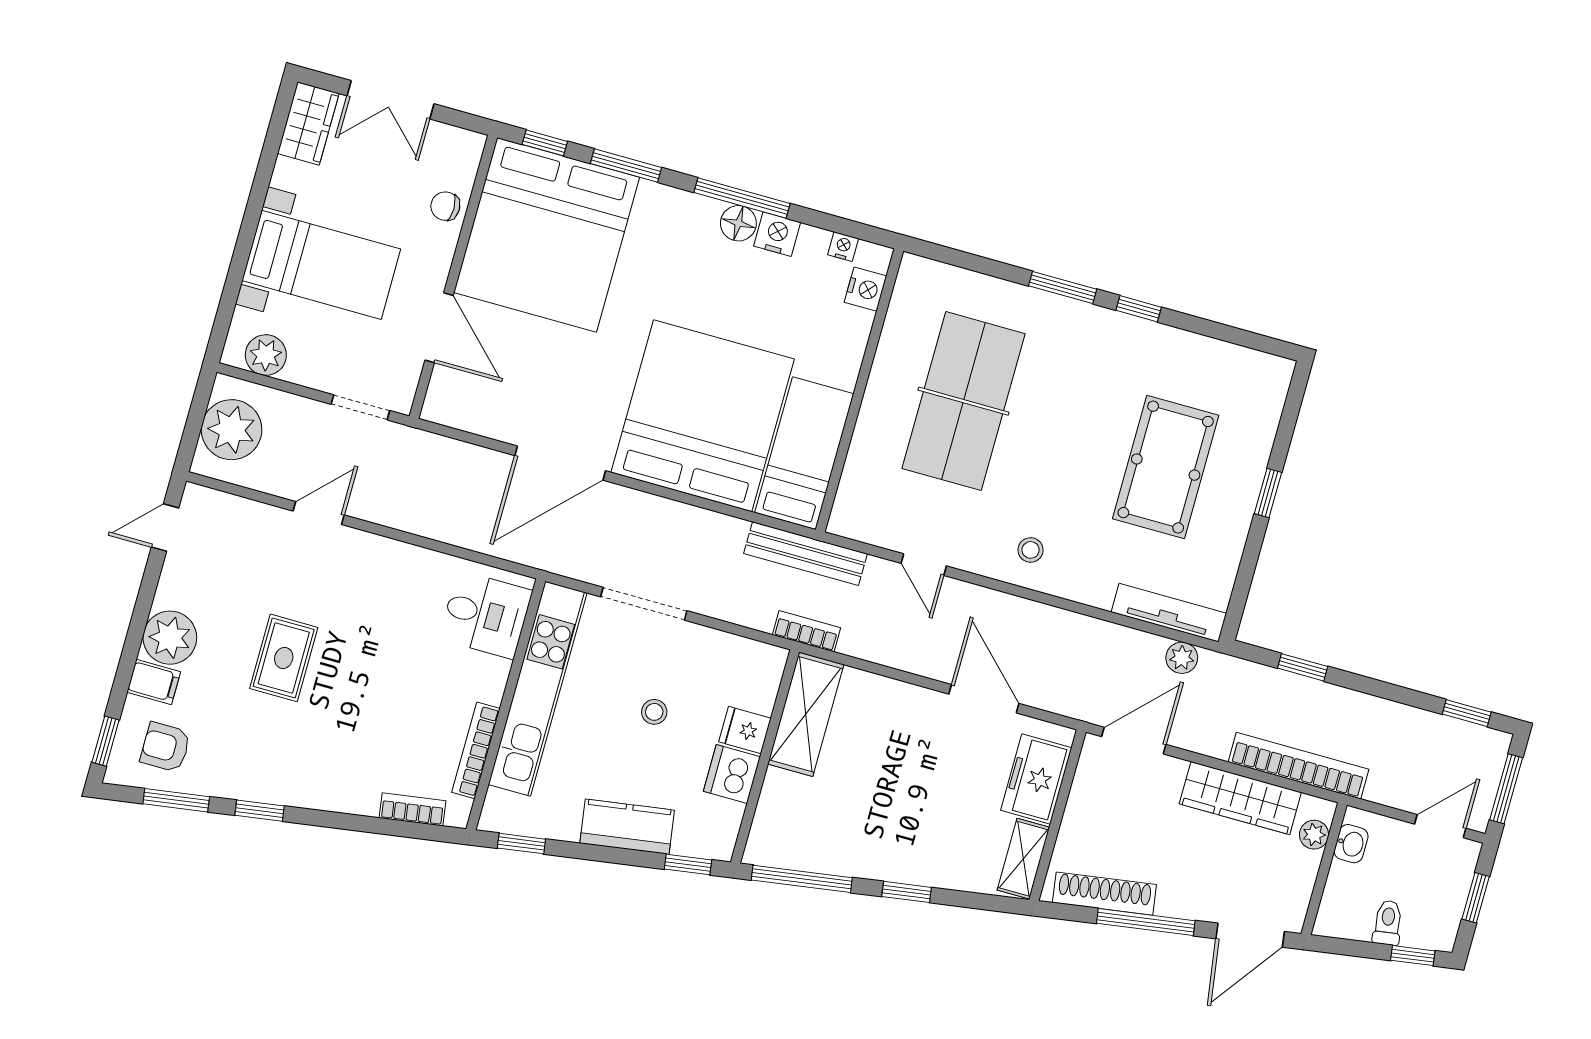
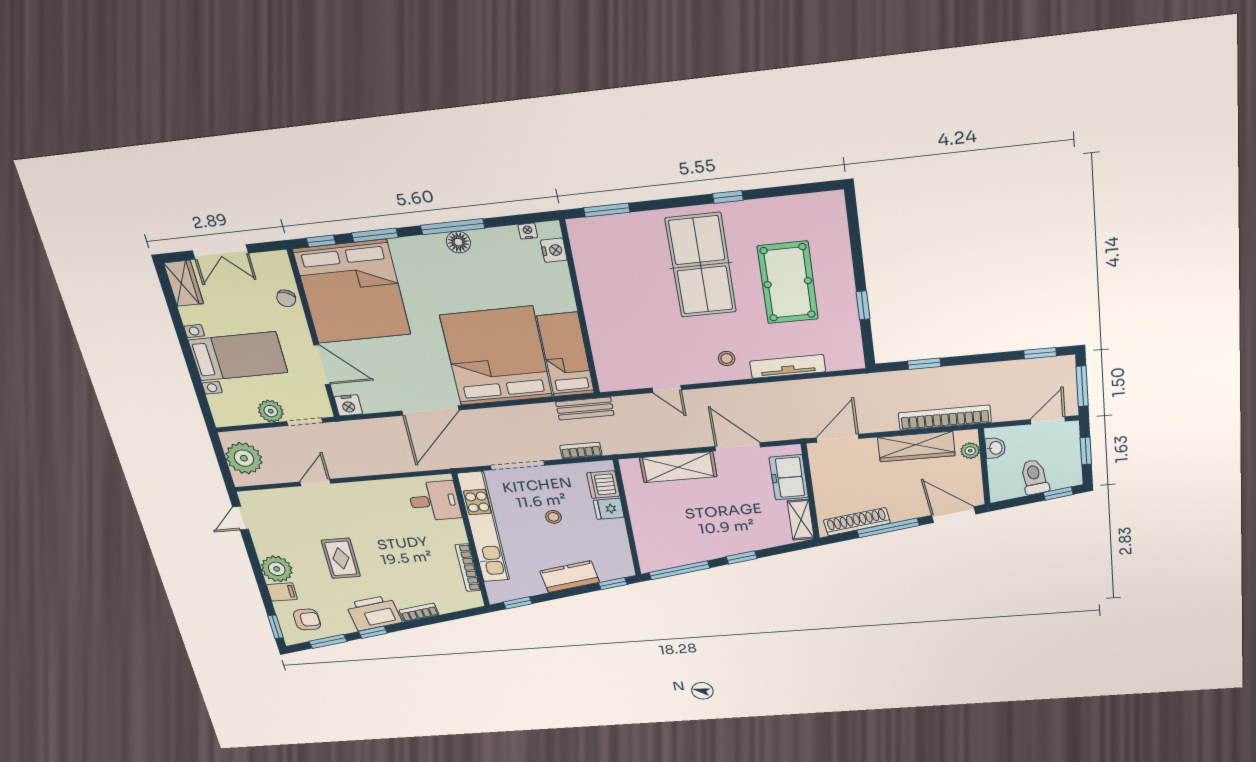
chair: (445, 206) -> (286, 298), turned -66
nightstand: (777, 234) -> (348, 405), moved, turned 180
window: (1063, 287) -> (607, 210), moved
plant: (266, 355) -> (271, 411), moved
table tennis table: (963, 401) -> (701, 265), moved
window: (1268, 493) -> (863, 305), moved
bench: (805, 554) -> (585, 408), width x0.73
tv unit: (1169, 613) -> (788, 366), moved
bookcase: (806, 631) -> (581, 451), moved
plant: (1182, 658) -> (846, 384), removed
shelving: (806, 714) -> (678, 467), moved, turned 90
armchair: (165, 747) -> (307, 619), turned 180
dishwasher: (732, 774) -> (603, 485), moved
printer: (281, 776) -> (374, 613), added
bookcase: (413, 809) -> (419, 612), moved
toilet: (1388, 923) -> (1034, 477), width x1.37, depth x1.39
door: (1250, 935) -> (954, 515), swing flipped

